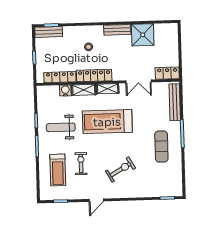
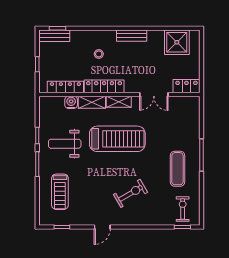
shower: (143, 35) -> (177, 42), moved
bench: (175, 102) -> (194, 119), removed
treadmill: (107, 122) -> (117, 139), turned 180
exercise bike: (81, 164) -> (183, 209), moved

